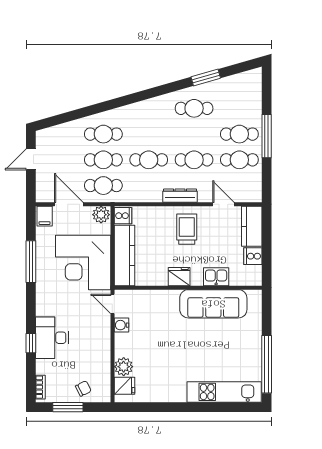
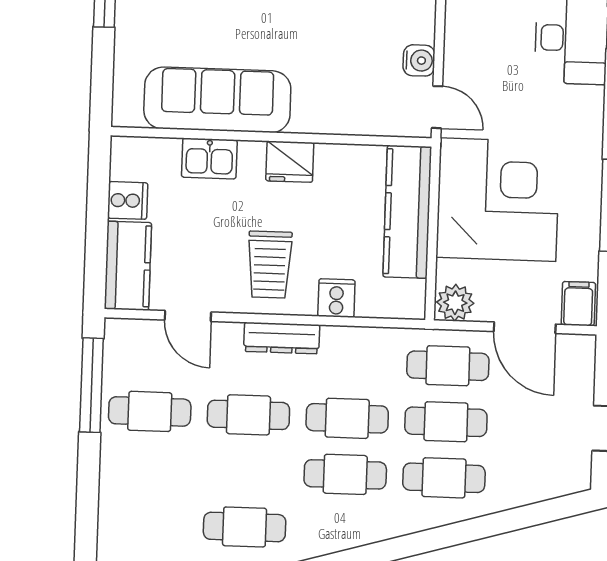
cafe table: (239, 134) -> (345, 474), moved
window: (267, 136) -> (91, 385), moved
cooker: (123, 216) -> (336, 298), moved, turned 90

